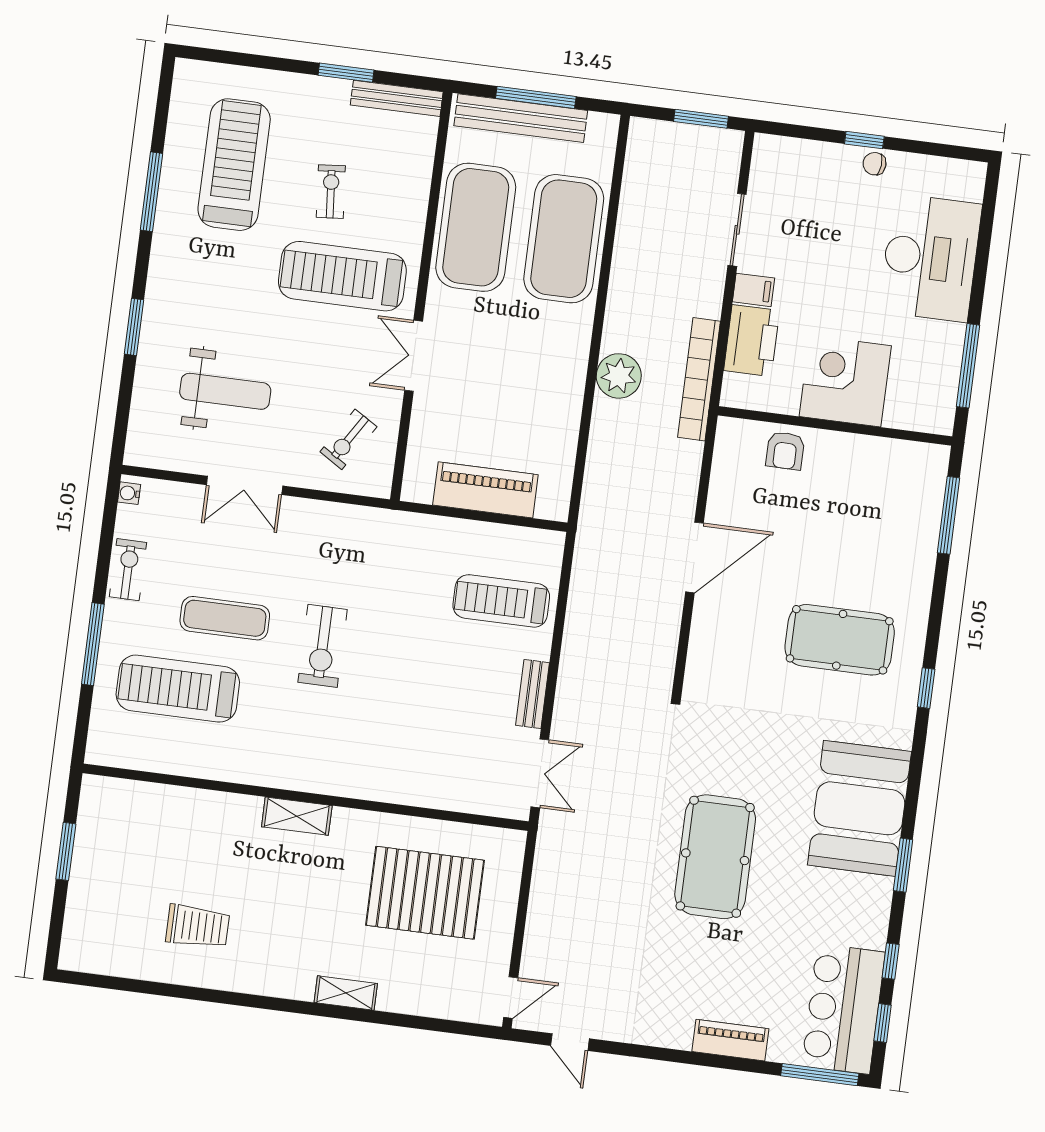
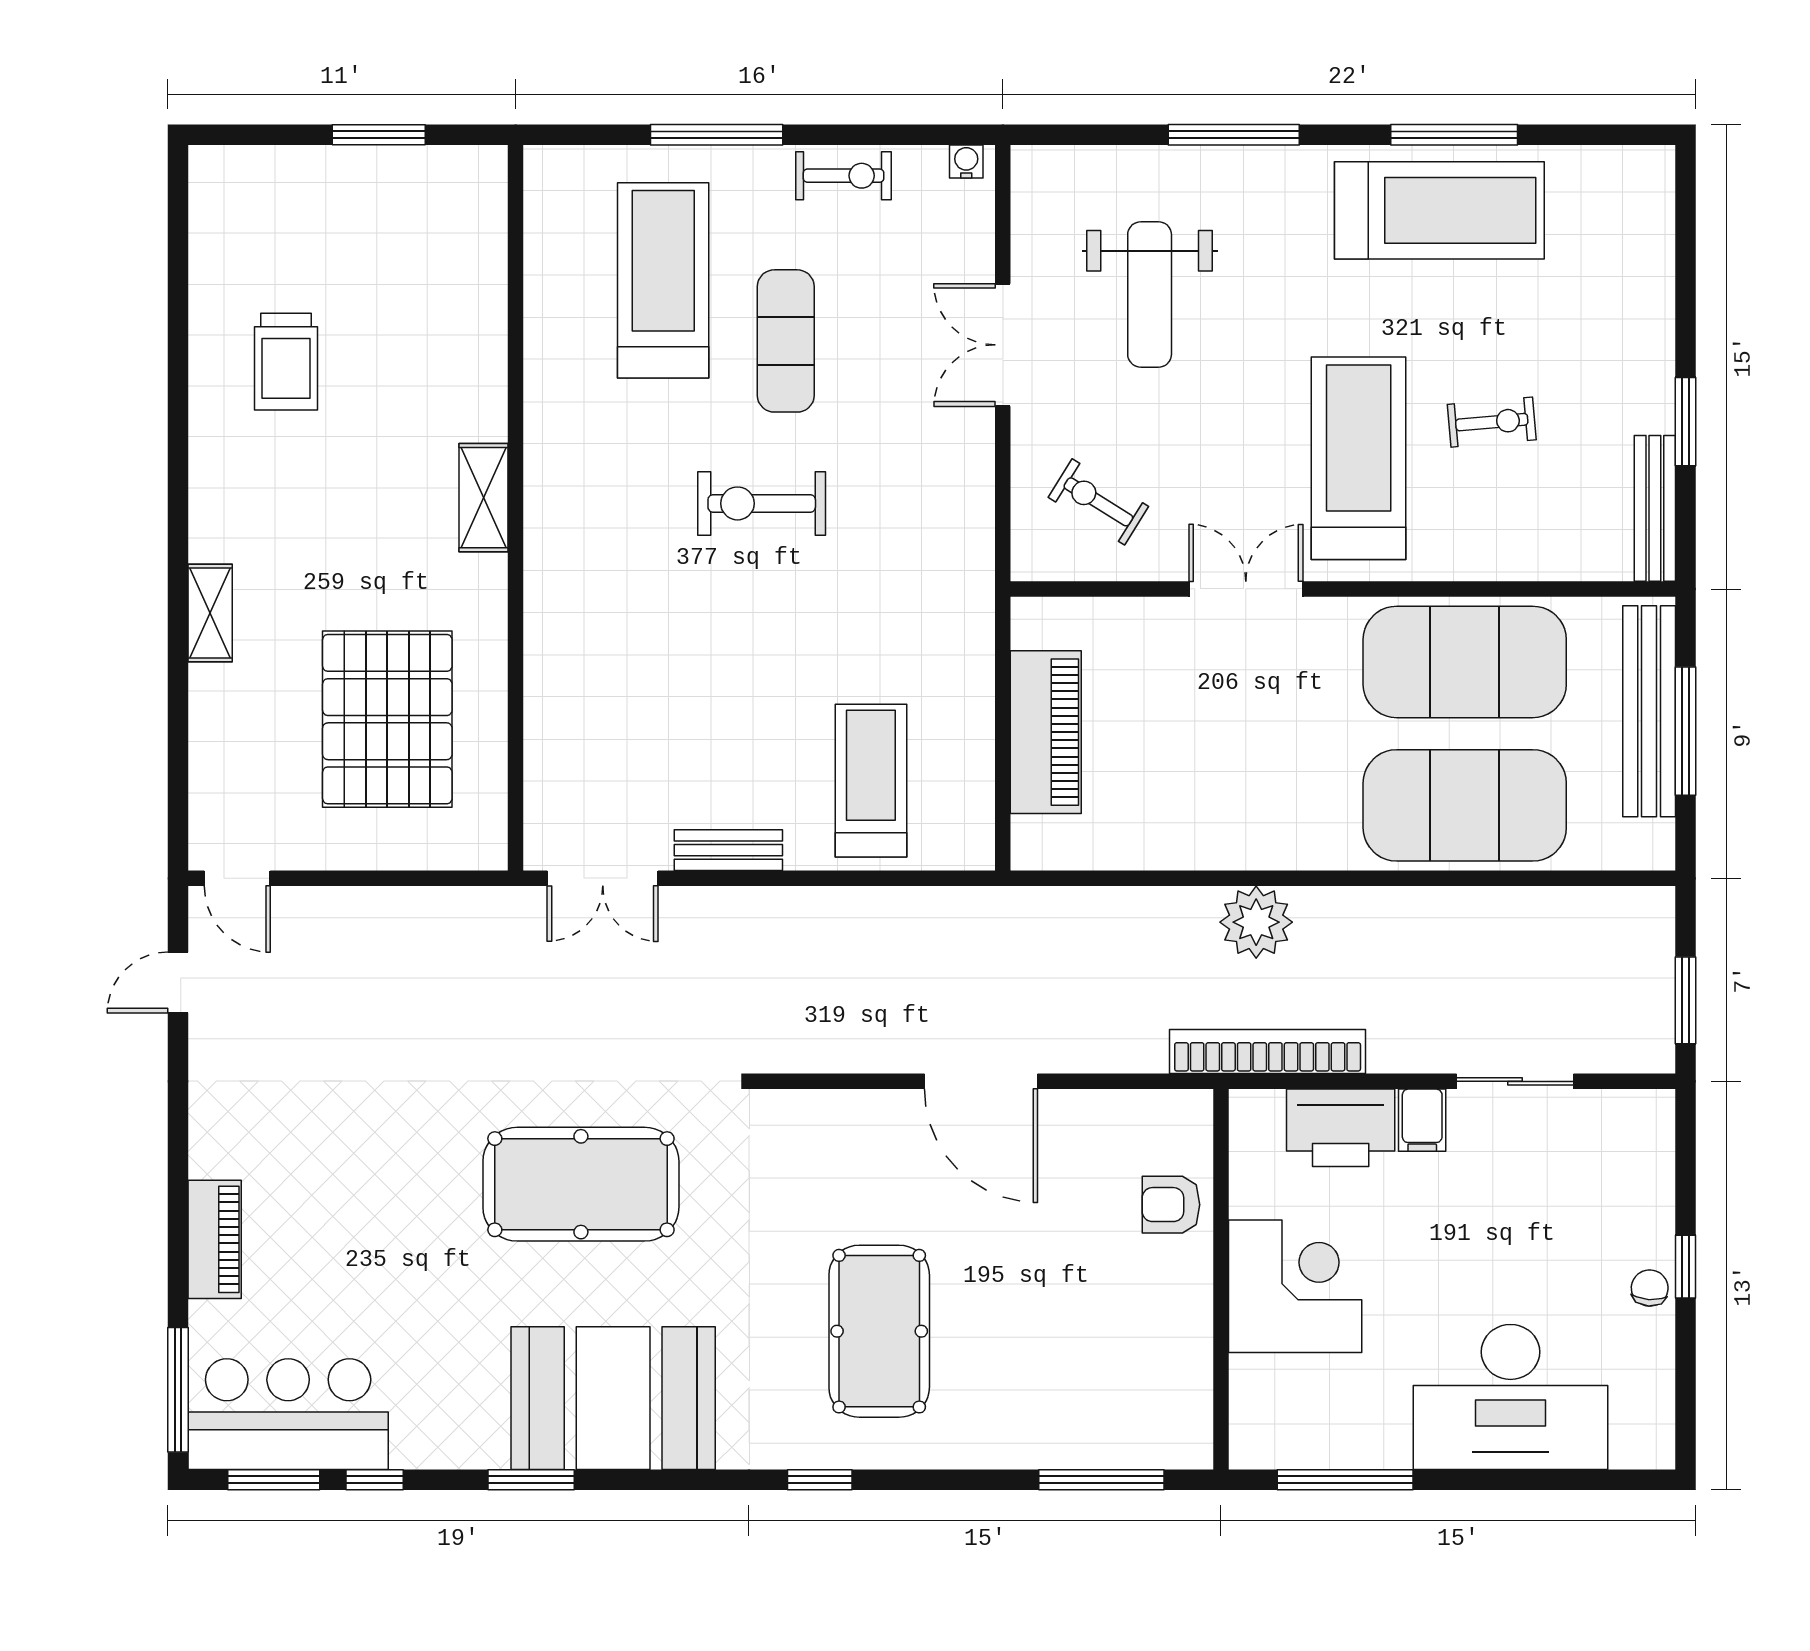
treadmill: (234, 165) -> (1439, 210), moved
window: (134, 327) -> (1234, 135), width x1.44
pool table: (715, 857) -> (581, 1184), moved
window: (883, 1023) -> (274, 1480), width x1.50

